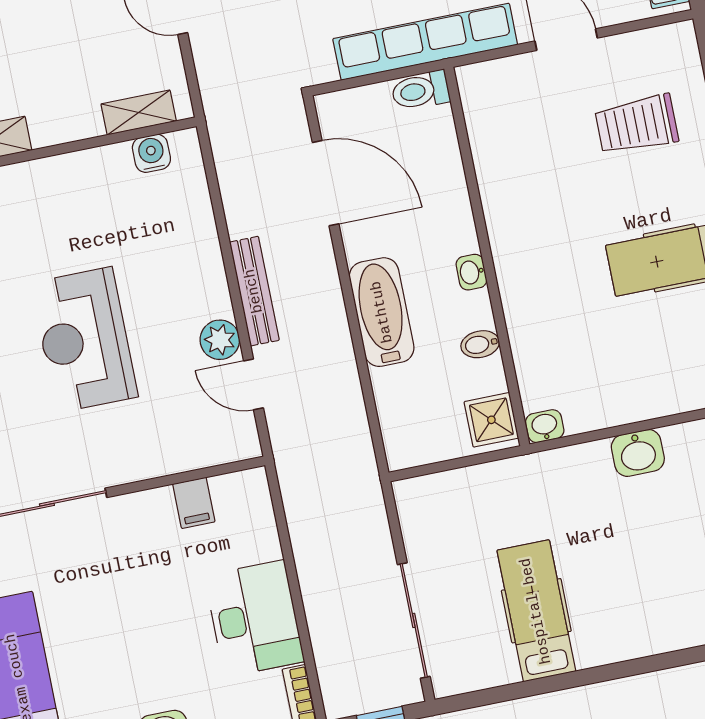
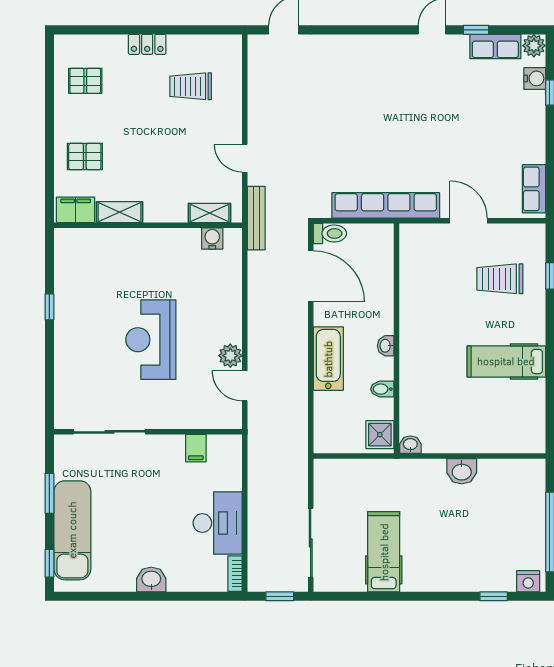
toilet: (421, 91) -> (330, 233), moved, turned 180
bench: (254, 291) -> (256, 218), moved

